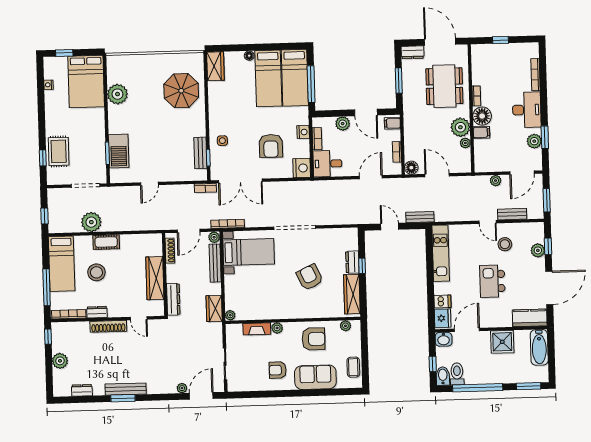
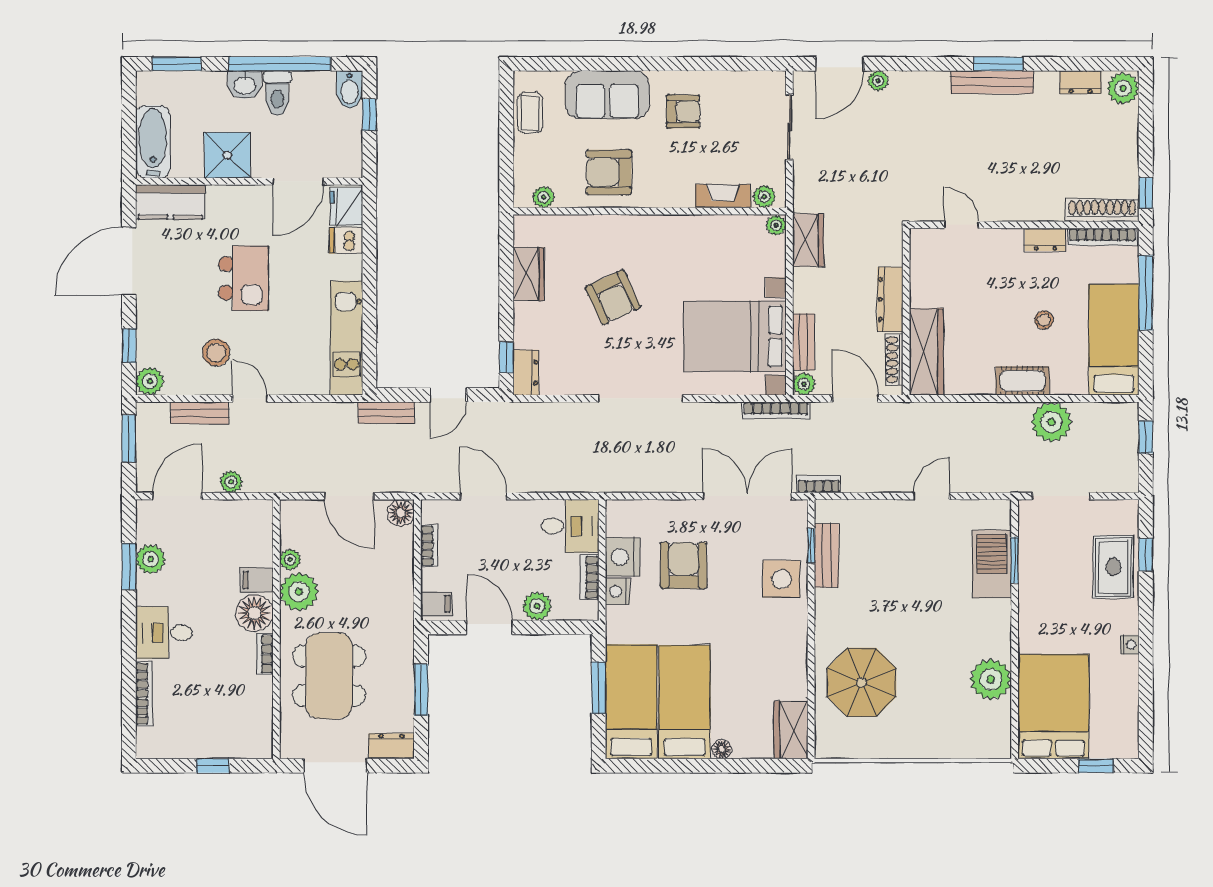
window: (311, 84) -> (599, 688), width x0.69
nightstand: (48, 85) -> (1130, 645), moved
desk: (527, 110) -> (164, 633), width x0.73
side table: (222, 141) -> (781, 579), width x1.87, depth x1.87
nightstand: (302, 168) -> (623, 557), moved
door: (371, 177) -> (483, 496), swing flipped
door: (390, 227) -> (448, 395), hinge flipped
door: (189, 231) -> (855, 398), hinge flipped
plant: (538, 250) -> (150, 381), moved
bed with nightstands: (249, 252) -> (735, 336), width x1.36
dresser: (352, 262) -> (526, 373), moved
bench: (215, 263) -> (803, 342), width x0.73
window: (362, 266) -> (506, 357), moved
stool: (96, 272) -> (1044, 320), width x0.53, depth x0.53
wardrobe: (155, 278) -> (926, 352), moved
wardrobe: (352, 294) -> (528, 274), width x0.67
dresser: (173, 299) -> (890, 299), moved
shoe rack: (108, 326) -> (1102, 210), moved
plant: (277, 328) -> (764, 197), moved
washbasin: (444, 339) -> (245, 85), moved, turned 180
plant: (60, 361) -> (1123, 88), moved
toilet: (457, 374) -> (277, 93), moved

